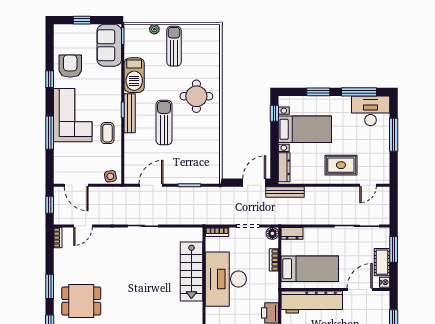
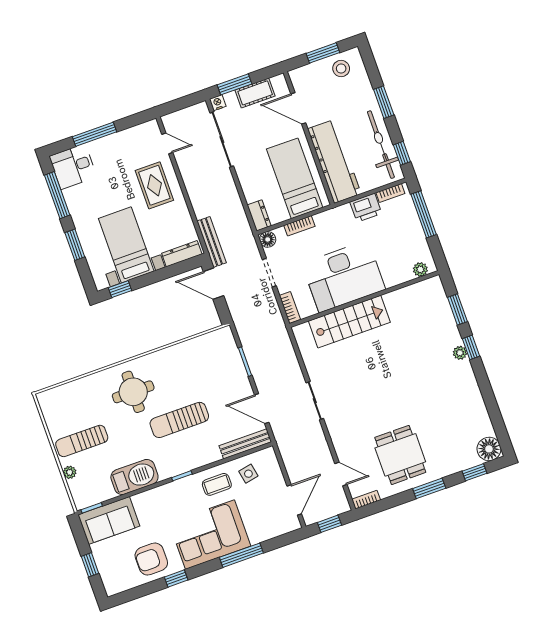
desk: (371, 111) -> (73, 166), width x0.73
bench: (130, 113) -> (245, 444), moved
side table: (110, 176) -> (248, 474), moved
nightstand: (385, 282) -> (218, 103), moved
dining table: (81, 301) -> (400, 455), moved

